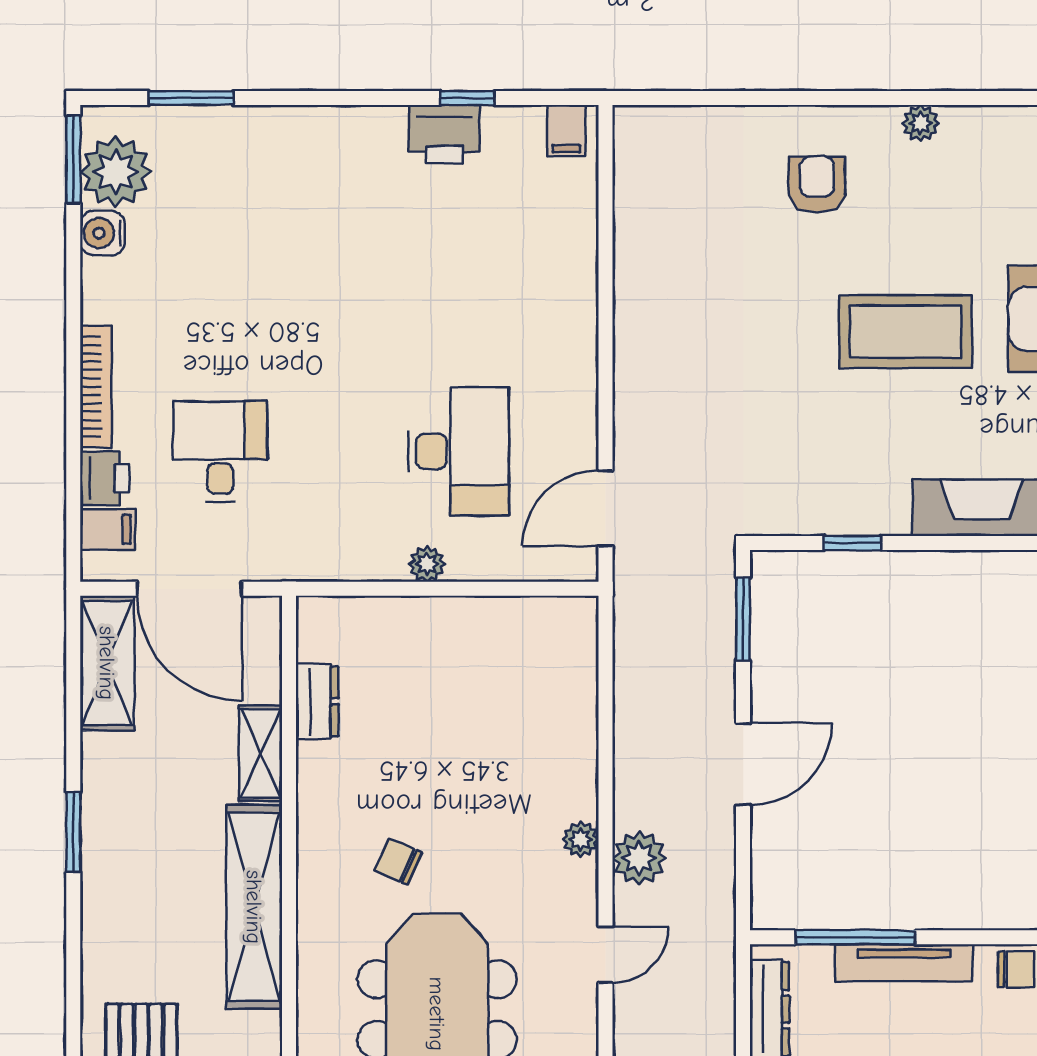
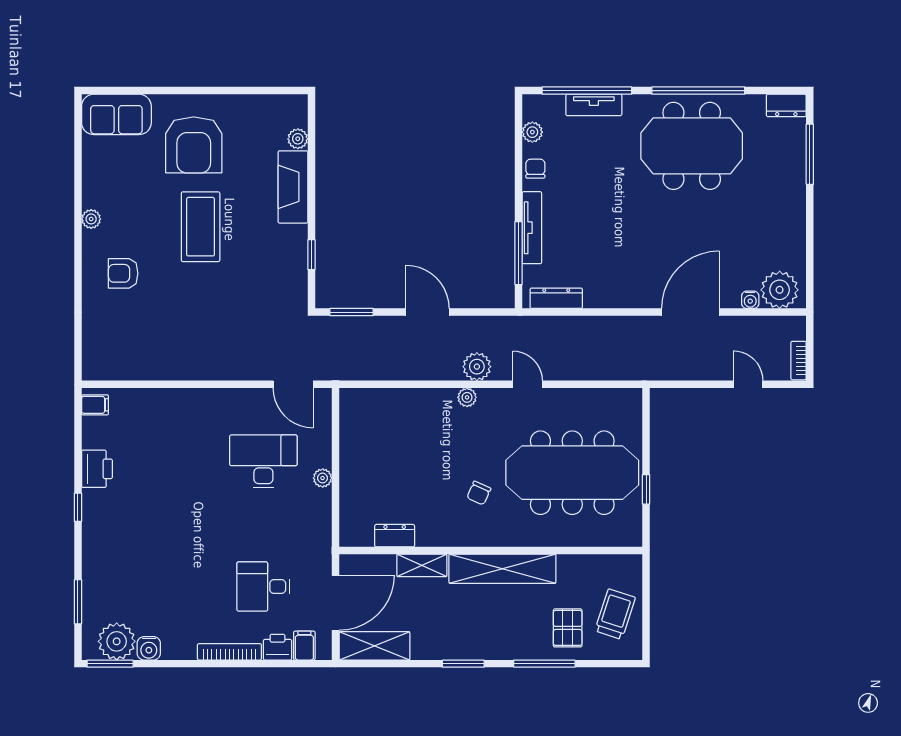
window: (467, 98) -> (78, 507), moved
window: (73, 987) -> (544, 664), added

